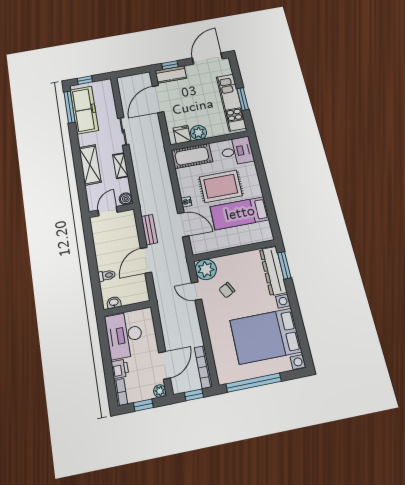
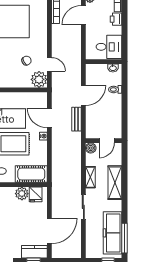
desk: (124, 335) -> (109, 47), width x0.73

